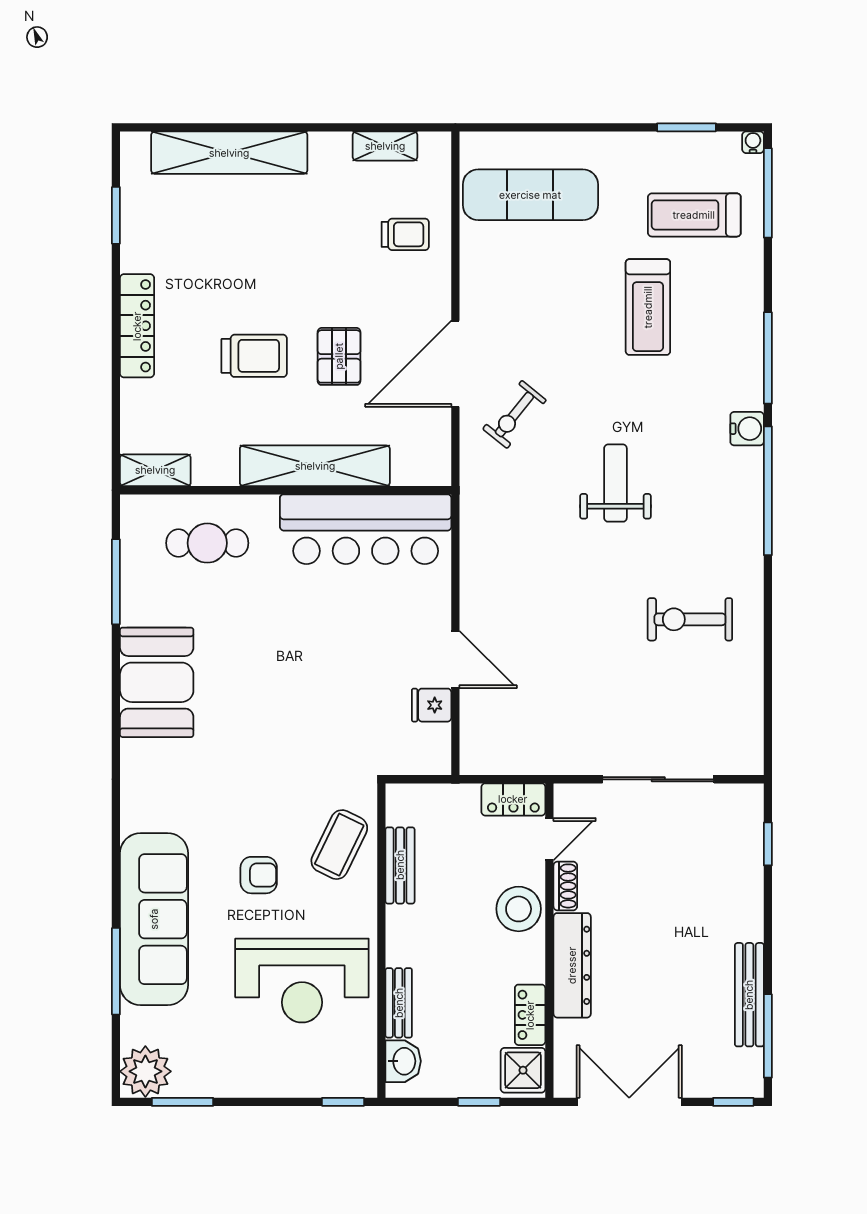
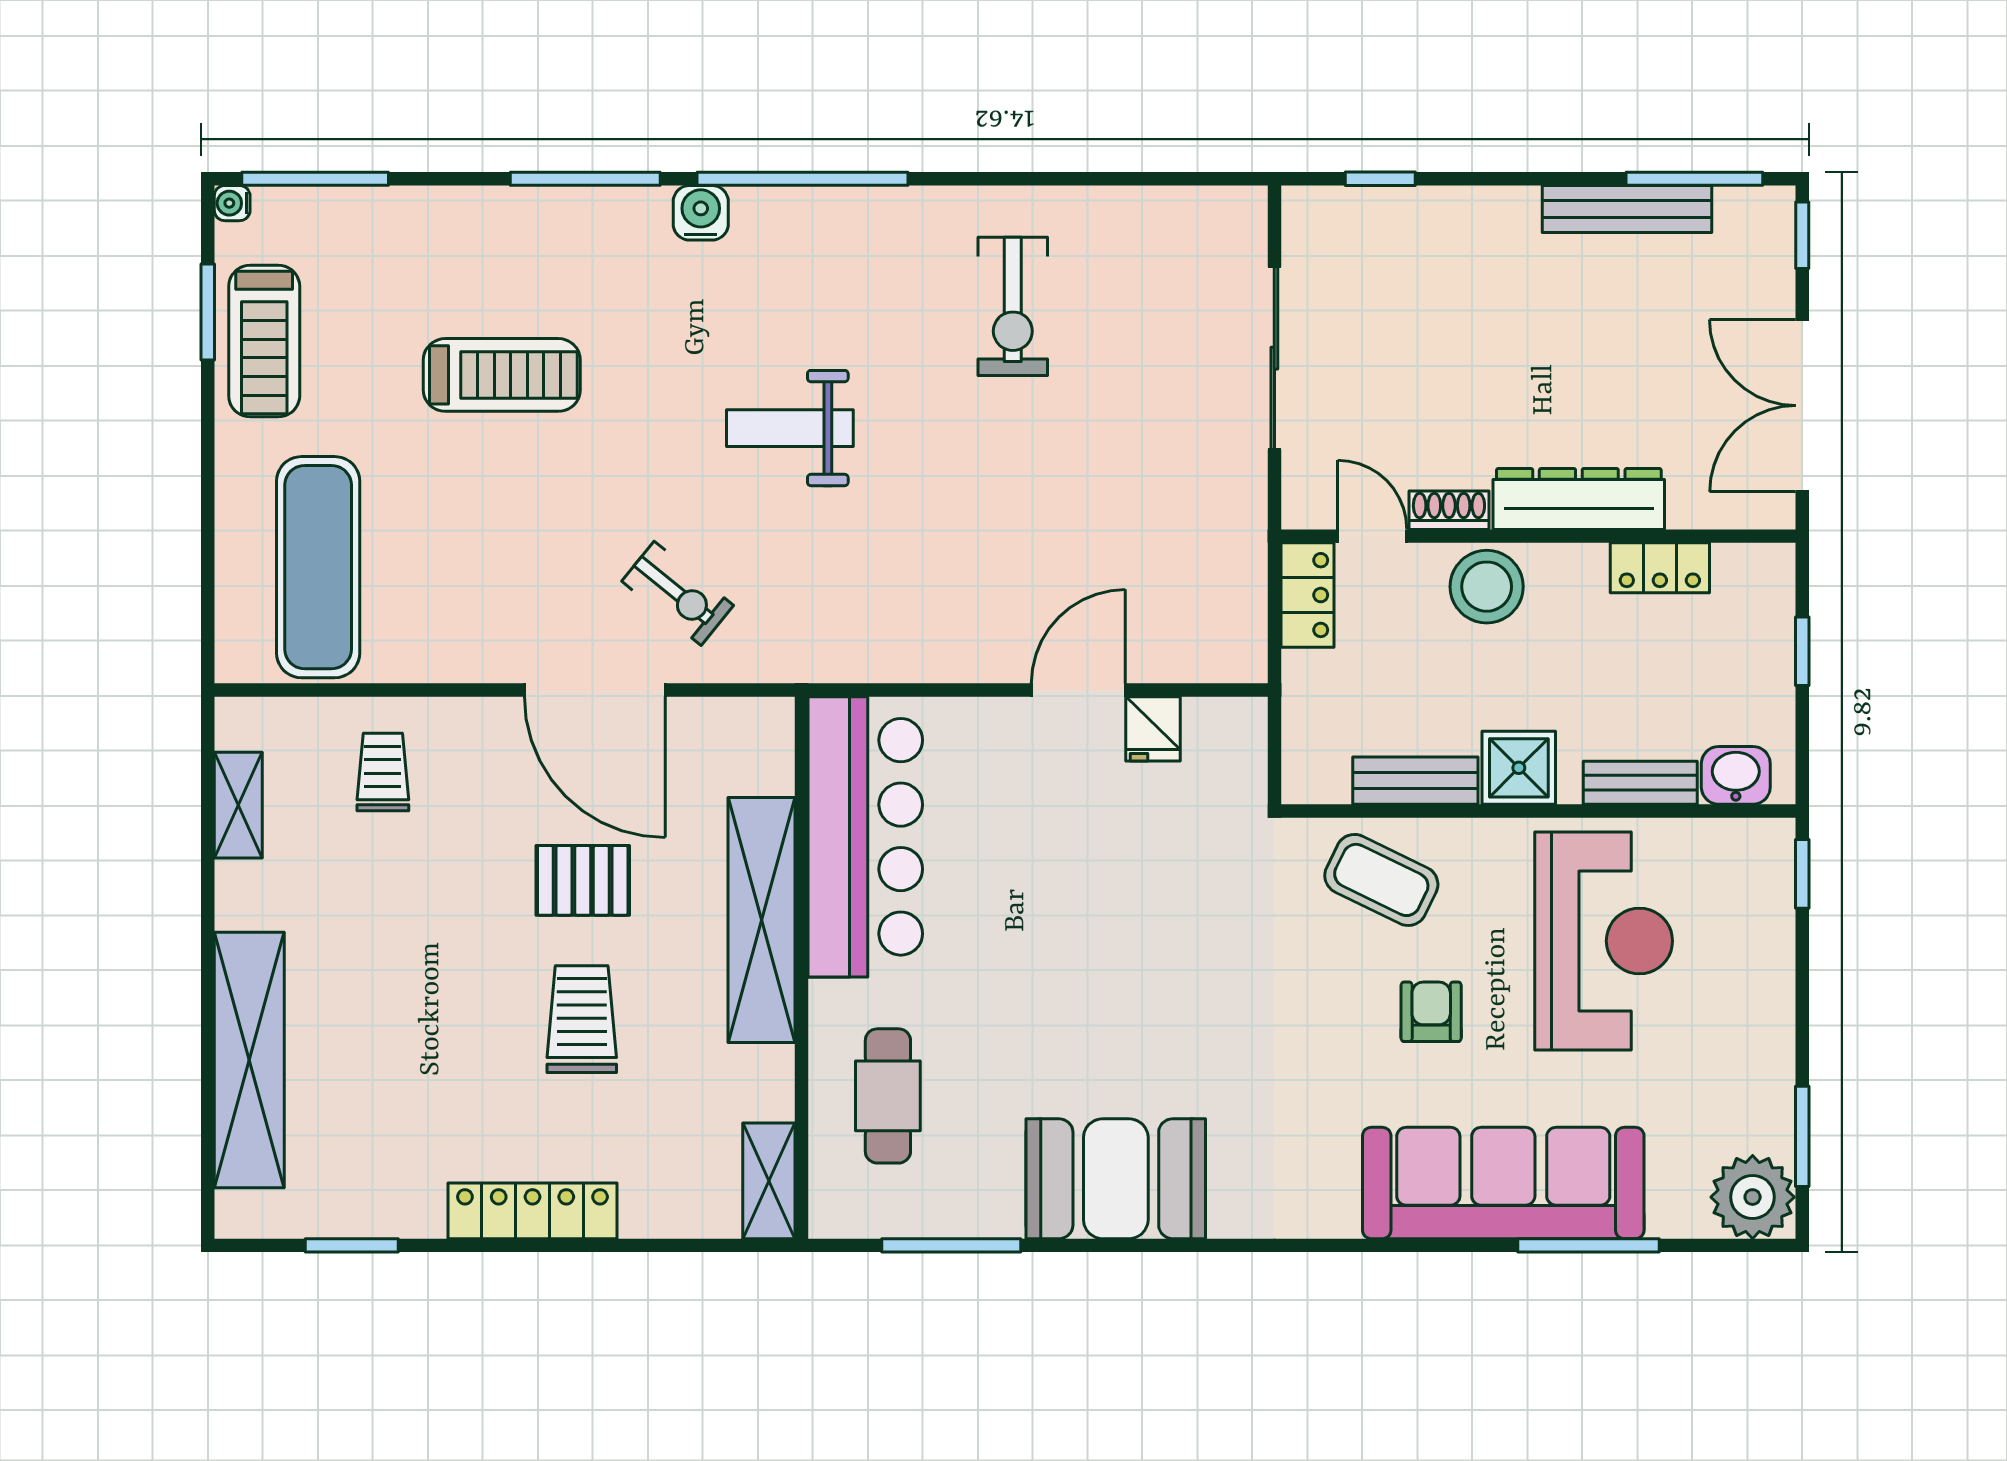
treadmill: (694, 215) -> (264, 341), moved
shower: (523, 1070) -> (1519, 768), moved

